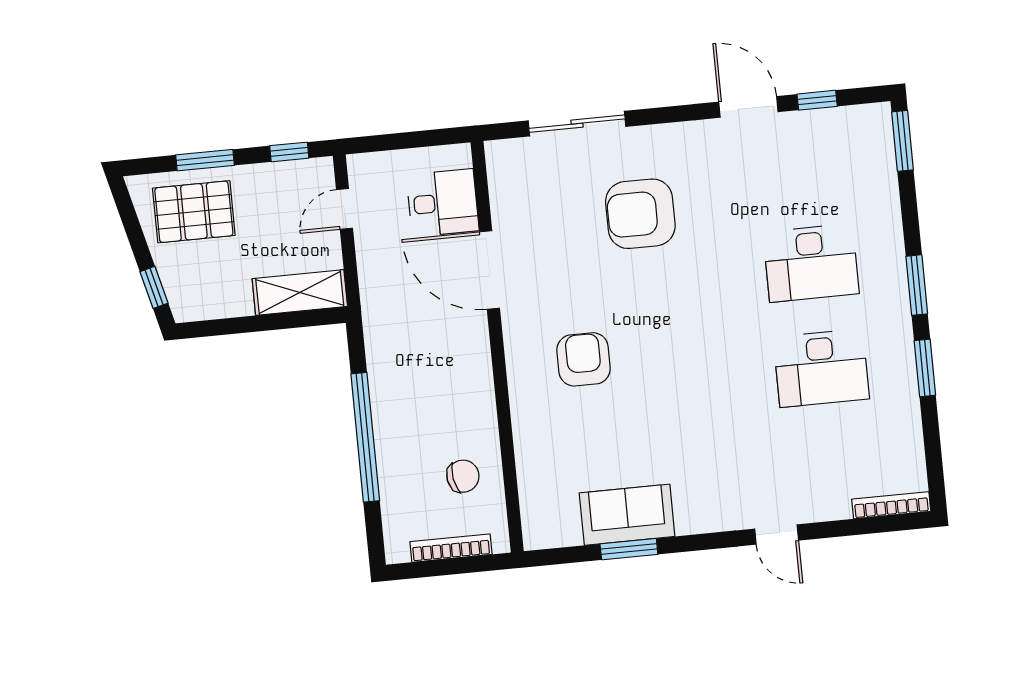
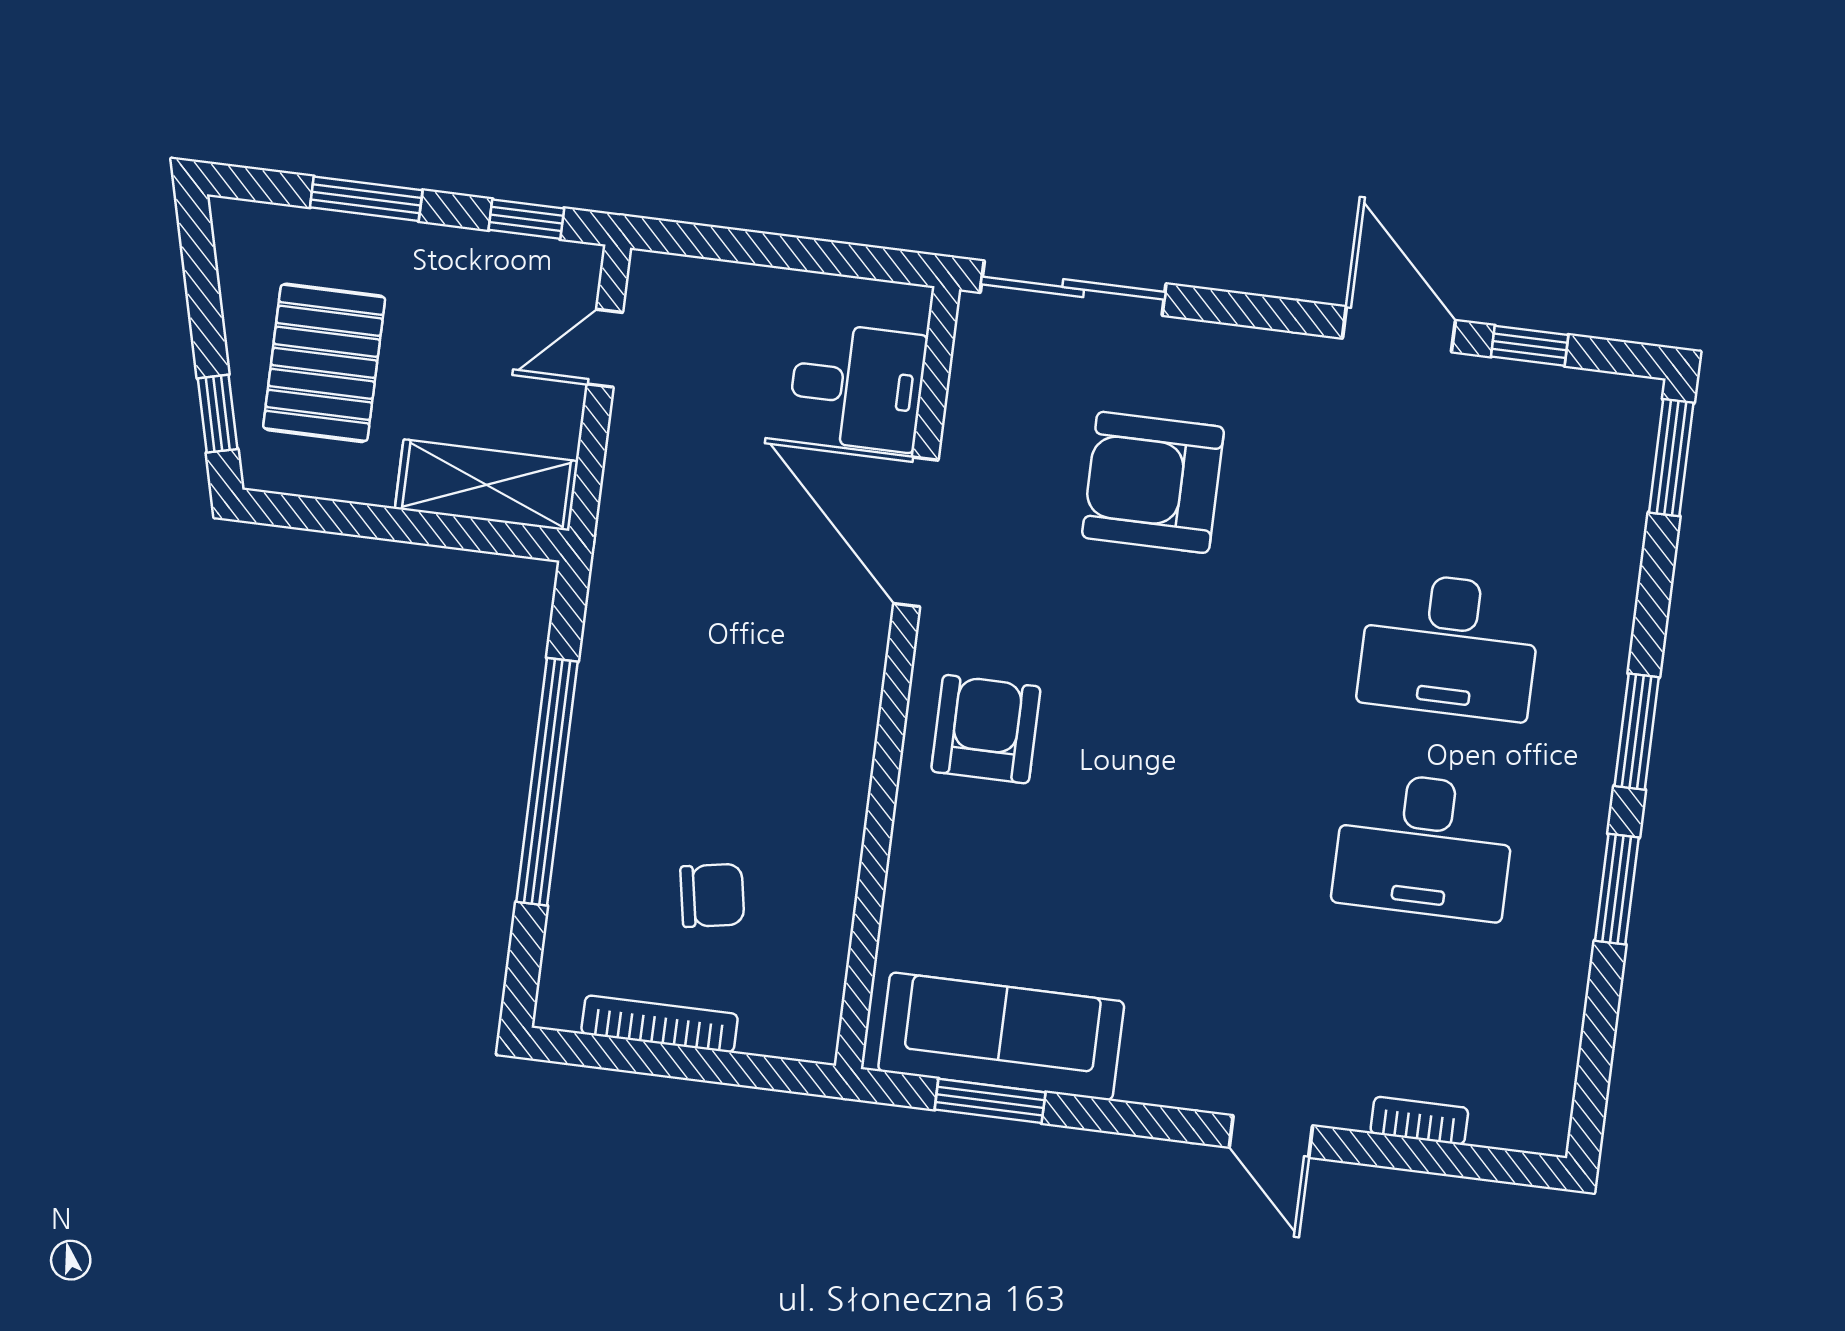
desk: (443, 203) -> (857, 387), moved
pallet: (194, 212) -> (324, 363), moved, turned 90
door: (490, 270) -> (916, 532), moved
wall: (497, 347) -> (898, 678), moved
bookcase: (891, 505) -> (1419, 1121), moved, width x0.64
sofa: (627, 515) -> (1001, 1036), width x1.36

